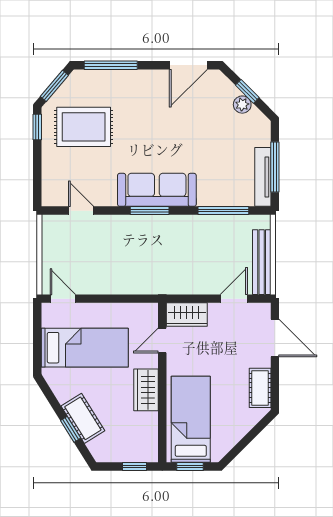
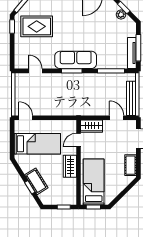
door: (234, 299) -> (117, 118), hinge flipped

